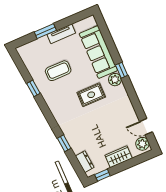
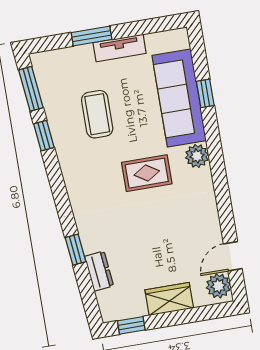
window: (21, 66) -> (31, 89), added
window: (122, 70) -> (205, 93), moved
coffee table: (58, 71) -> (97, 114), turned 90
door: (146, 127) -> (233, 256), hinge flipped
dresser: (85, 162) -> (99, 271), moved

